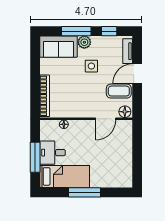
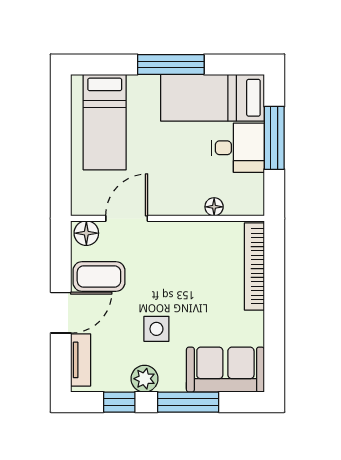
plant: (84, 42) -> (144, 379), moved
bed: (116, 165) -> (105, 122), added

